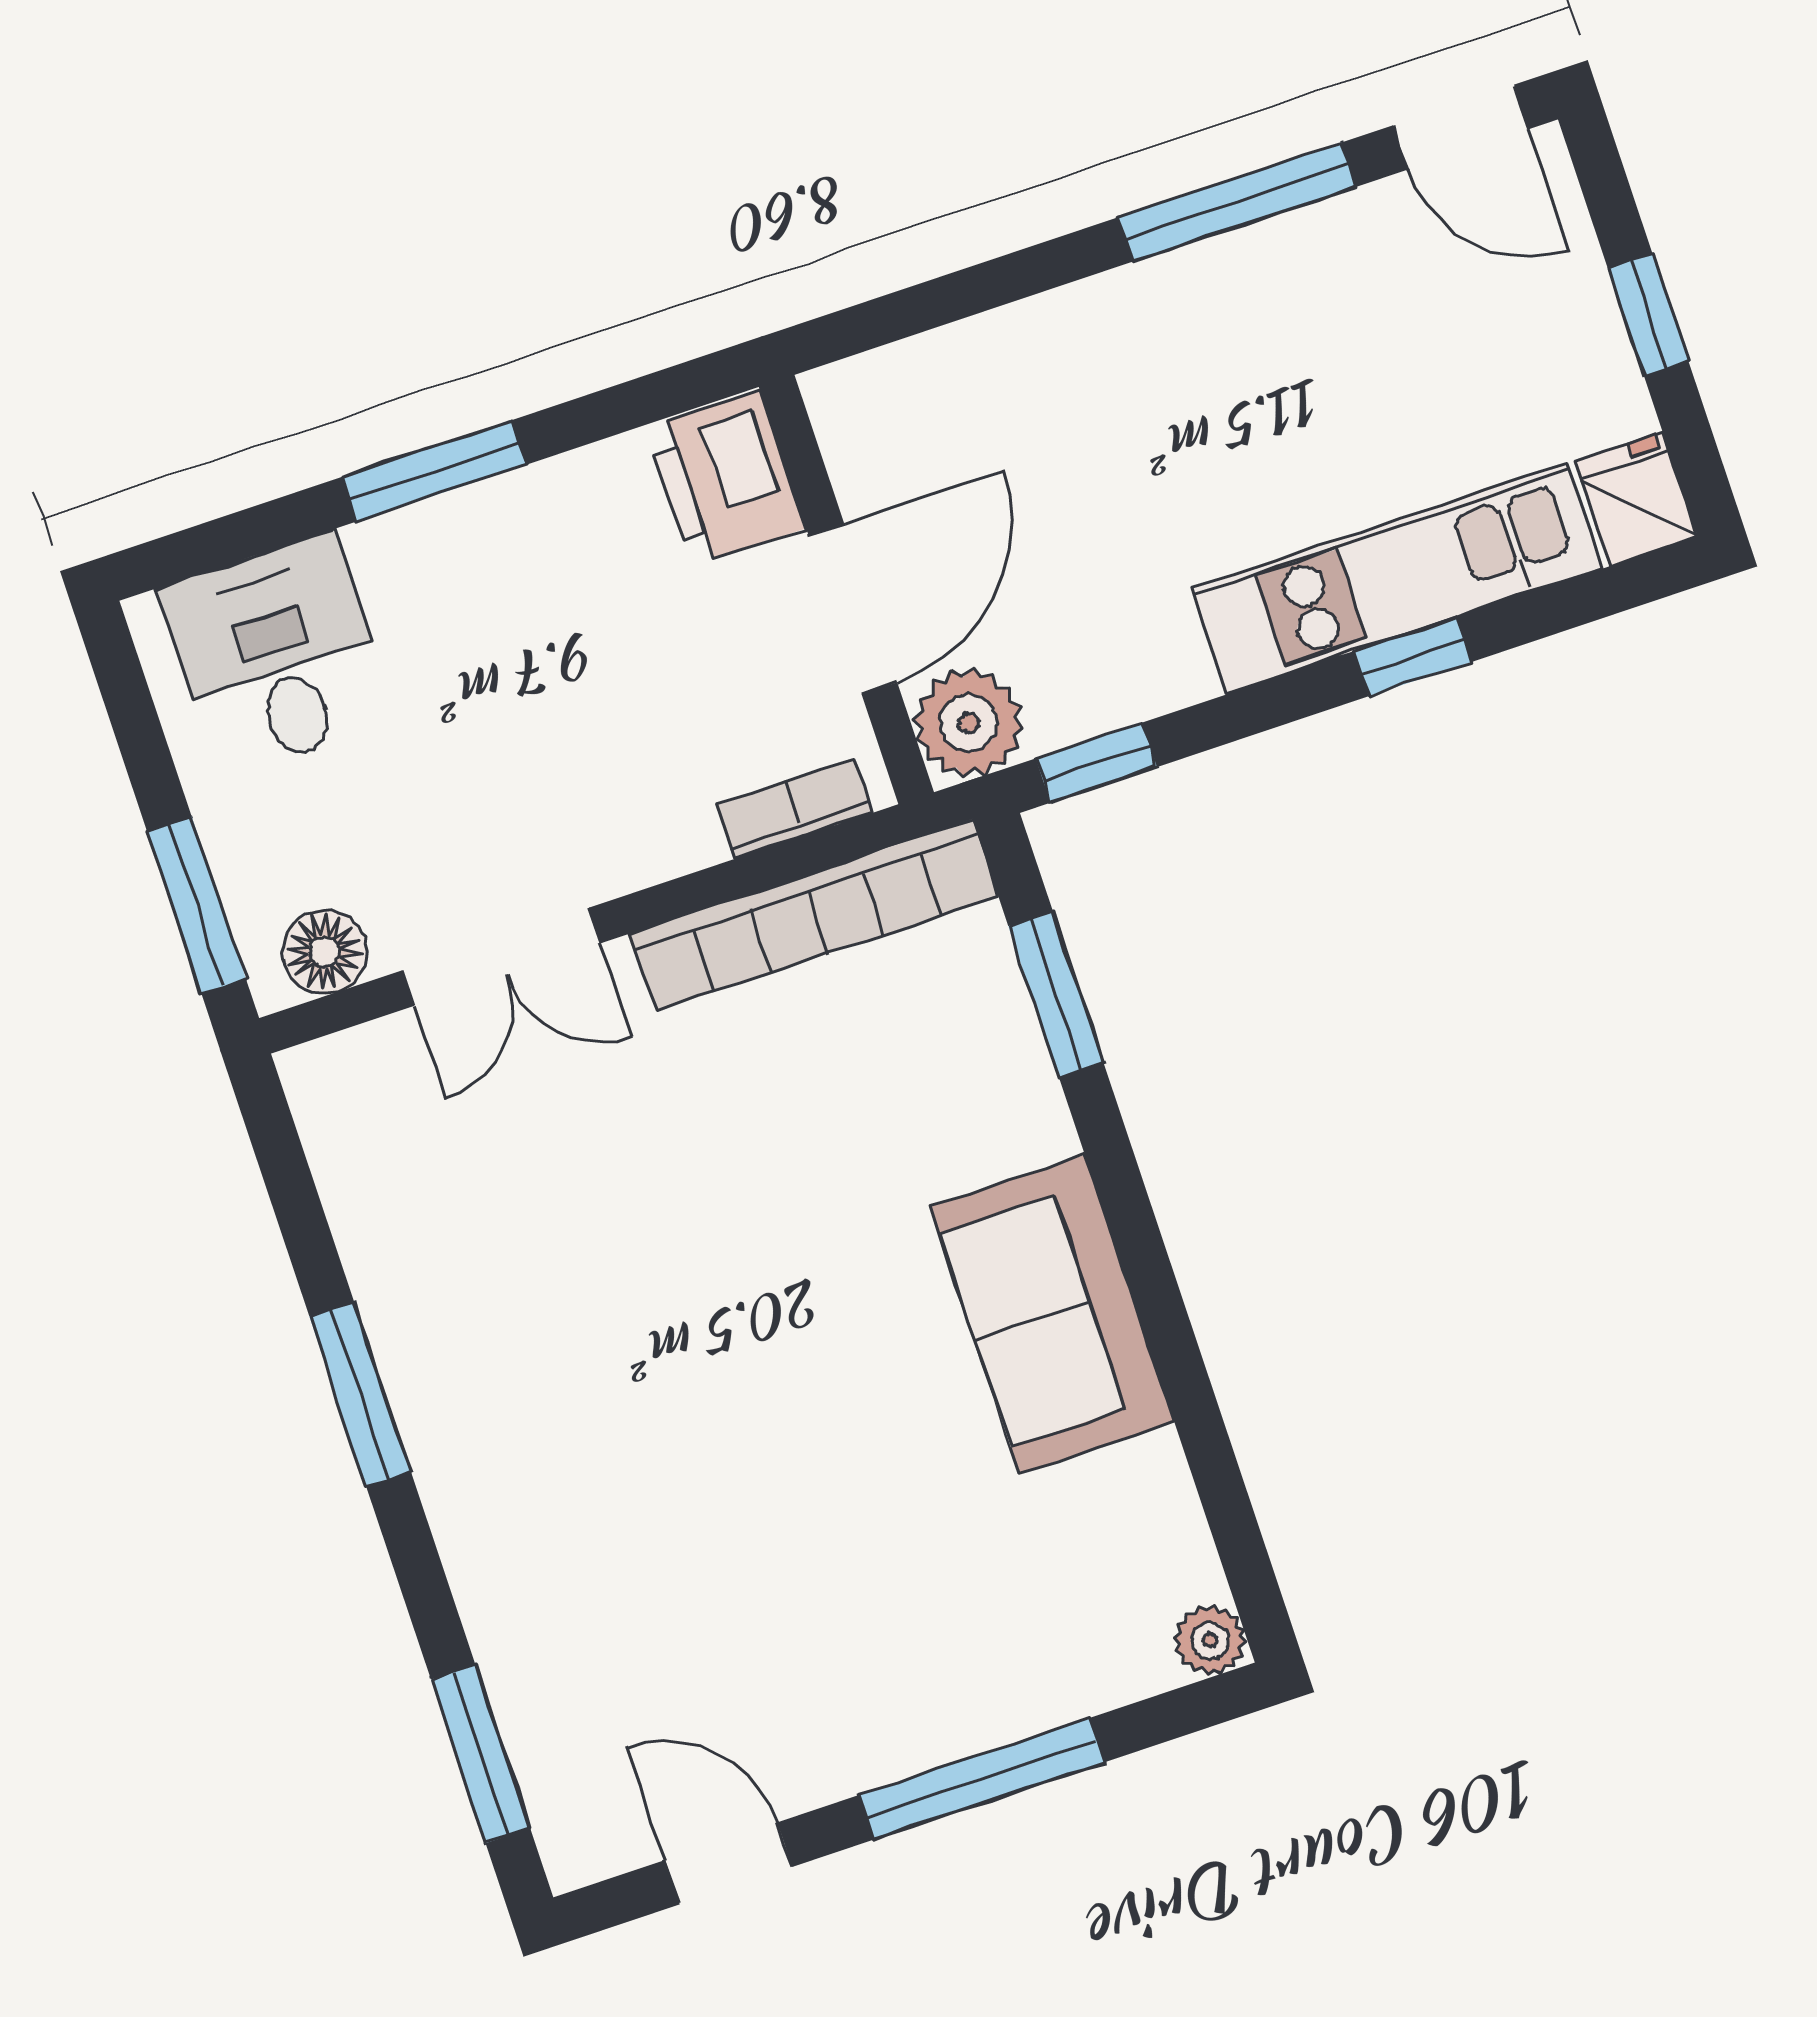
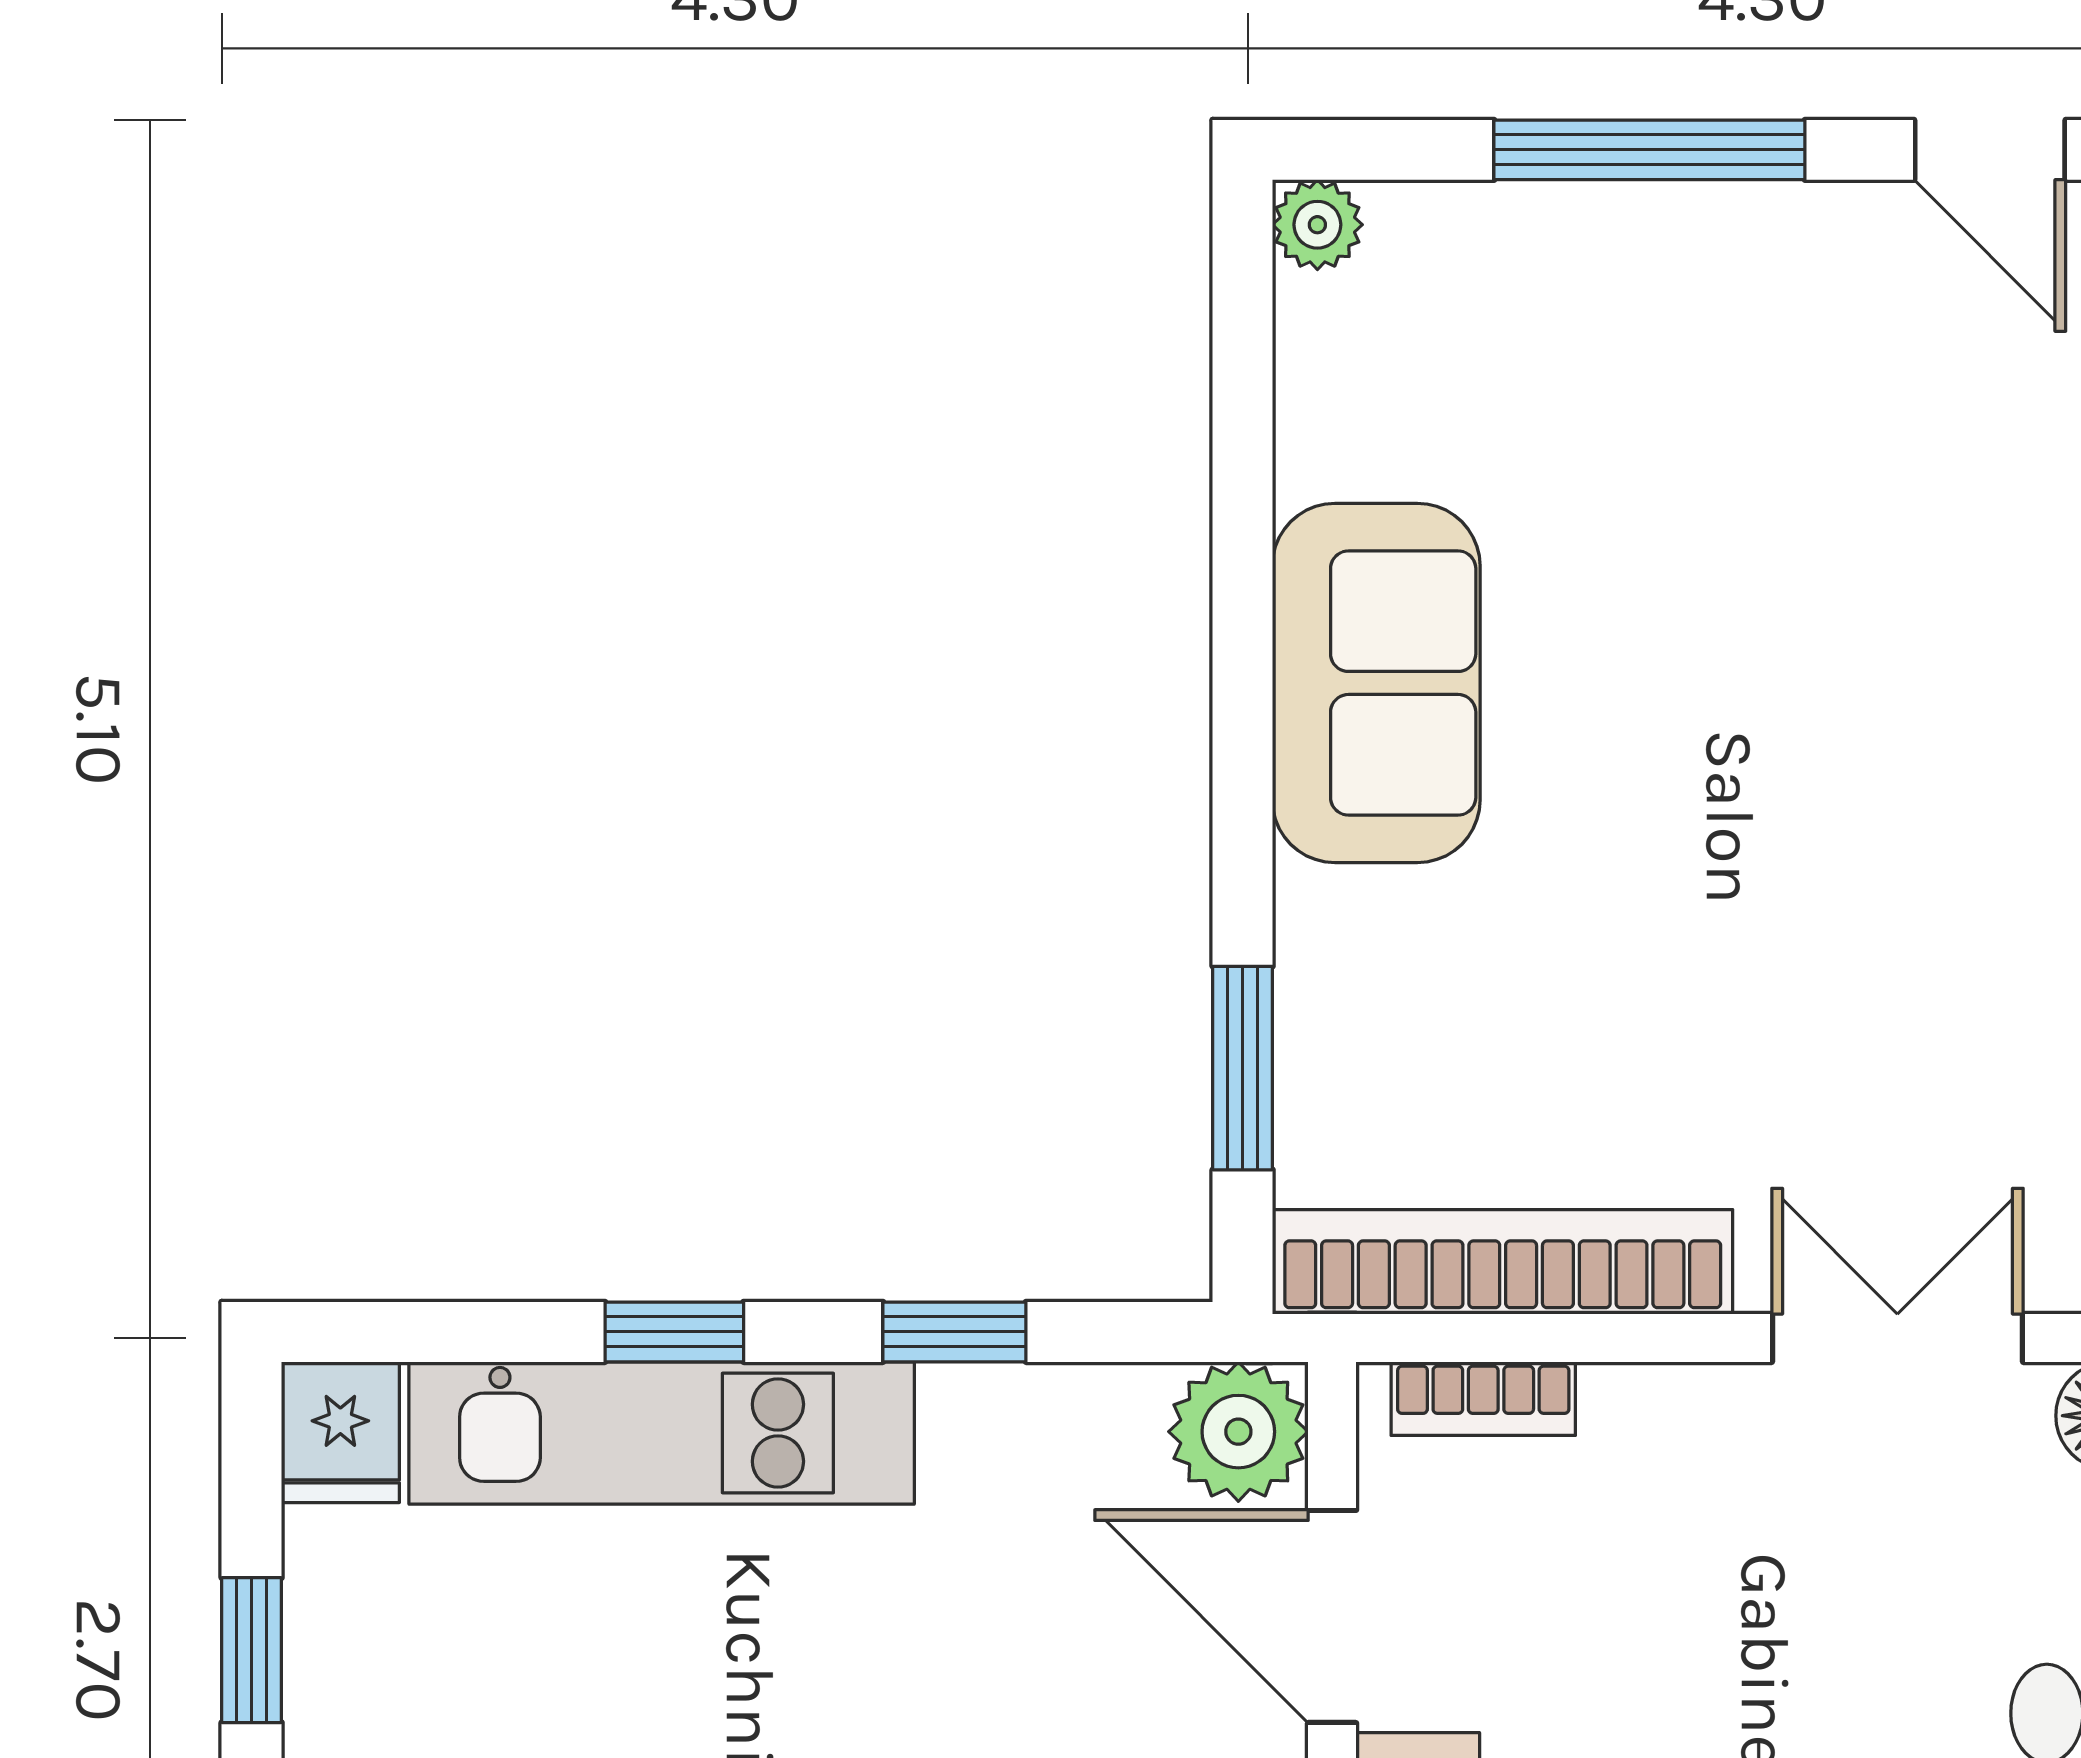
door: (853, 609) -> (1332, 1616), hinge flipped
window: (1096, 763) -> (954, 1332), moved

